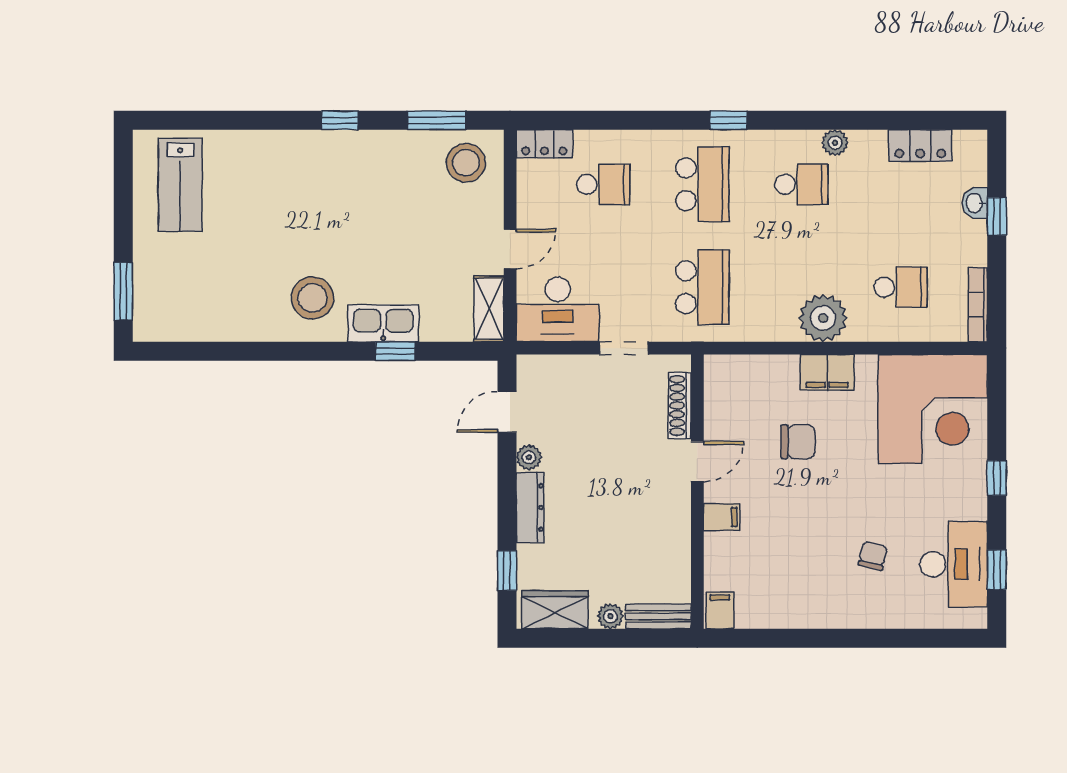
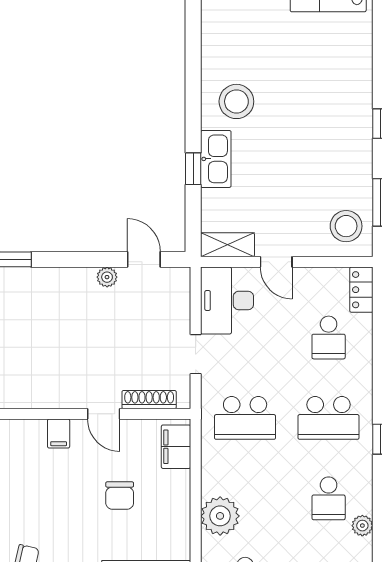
filing cabinet: (827, 372) -> (176, 447), moved
dresser: (530, 508) -> (66, 278), removed

